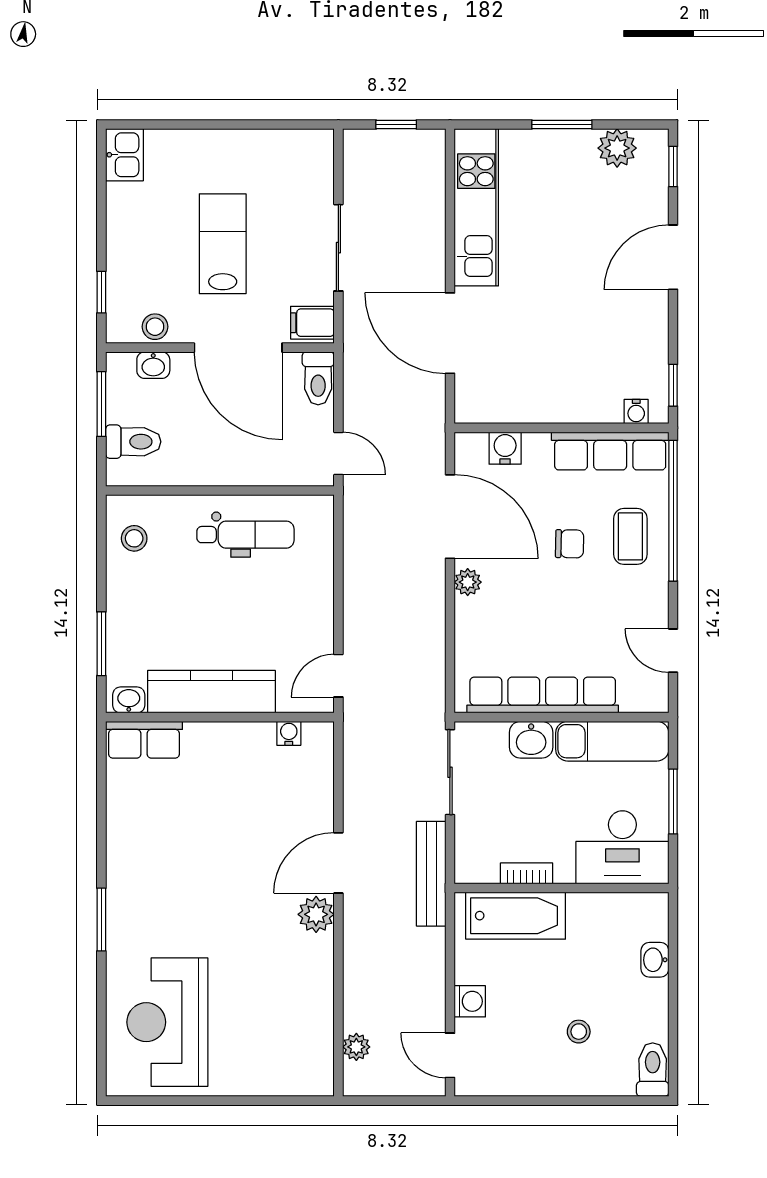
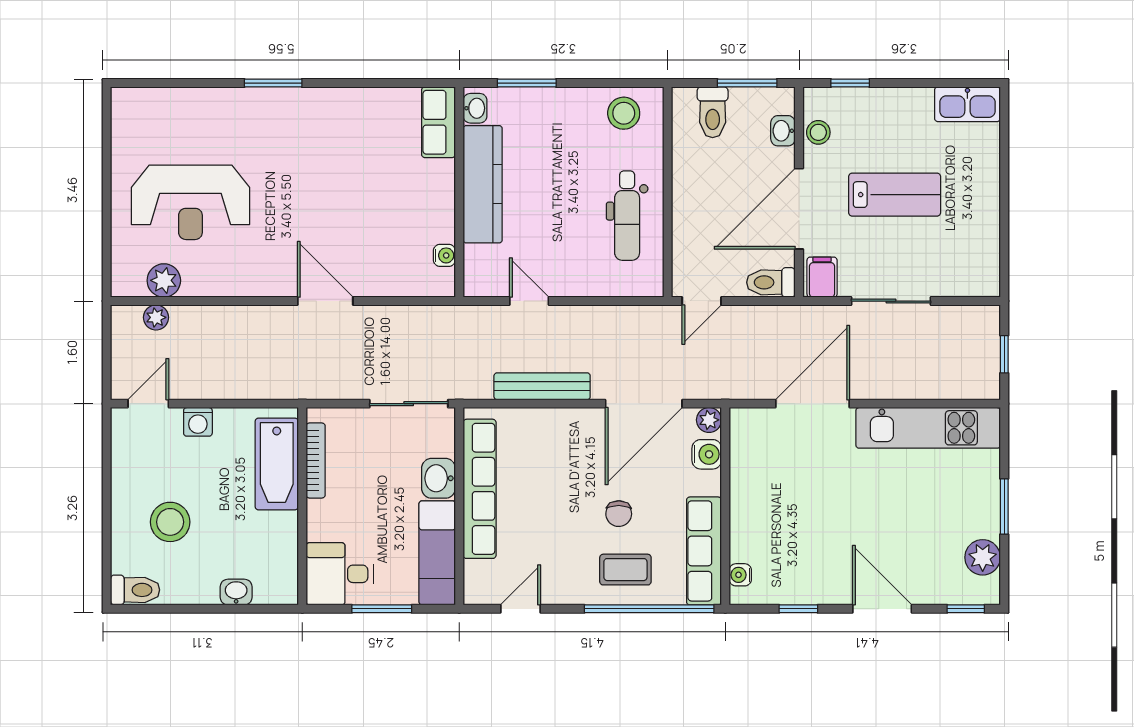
kitchen sink: (124, 155) -> (967, 104), width x1.38
window: (673, 385) -> (798, 609), moved
stool: (134, 538) -> (624, 113), width x1.37, depth x1.37
plant: (468, 582) -> (709, 420), moved
door: (338, 676) -> (529, 301), moved
desk: (622, 847) -> (340, 574), width x0.73
bookcase: (527, 873) -> (316, 460), width x1.56
bench: (431, 874) -> (542, 386), moved
plant: (316, 914) -> (164, 280), moved
reception desk: (167, 1022) -> (190, 202), moved, turned 180
stool: (579, 1032) -> (170, 522), width x1.89, depth x1.89

